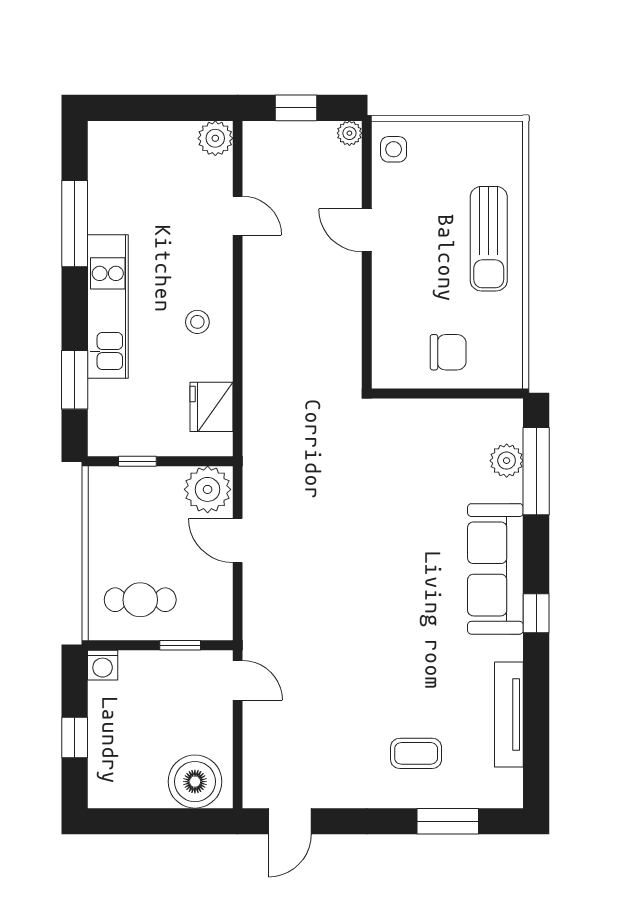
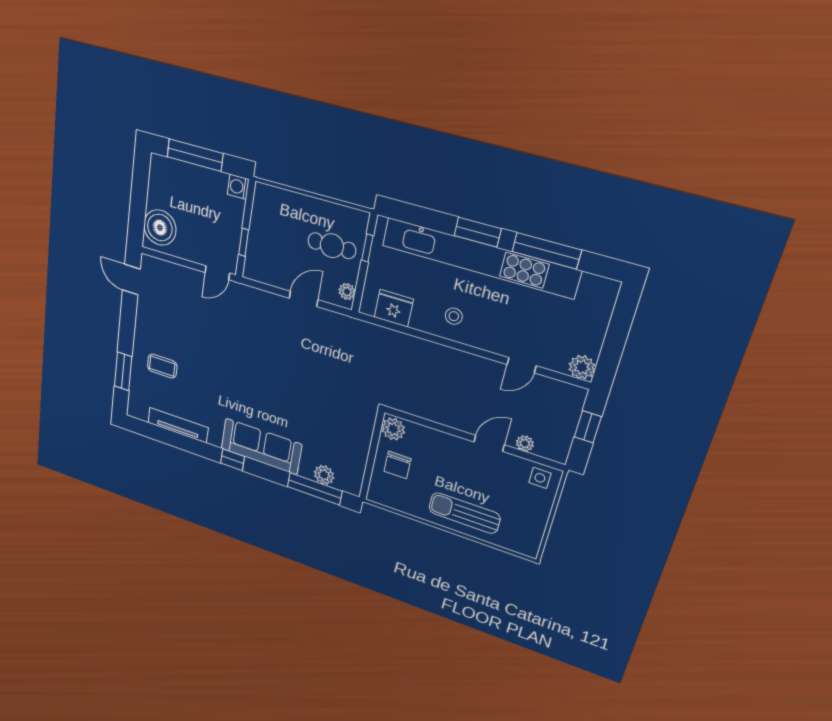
plant: (349, 133) -> (525, 444), moved
kitchen unit: (108, 306) -> (479, 258), width x1.86
plant: (393, 370) -> (393, 429), added
window: (75, 380) -> (478, 232), moved
plant: (208, 489) -> (347, 292), width x0.53, depth x0.53
cafe table: (140, 600) -> (332, 246), moved, turned 90
window: (75, 738) -> (195, 155), width x2.17
coffee table: (416, 753) -> (162, 366), turned 90

